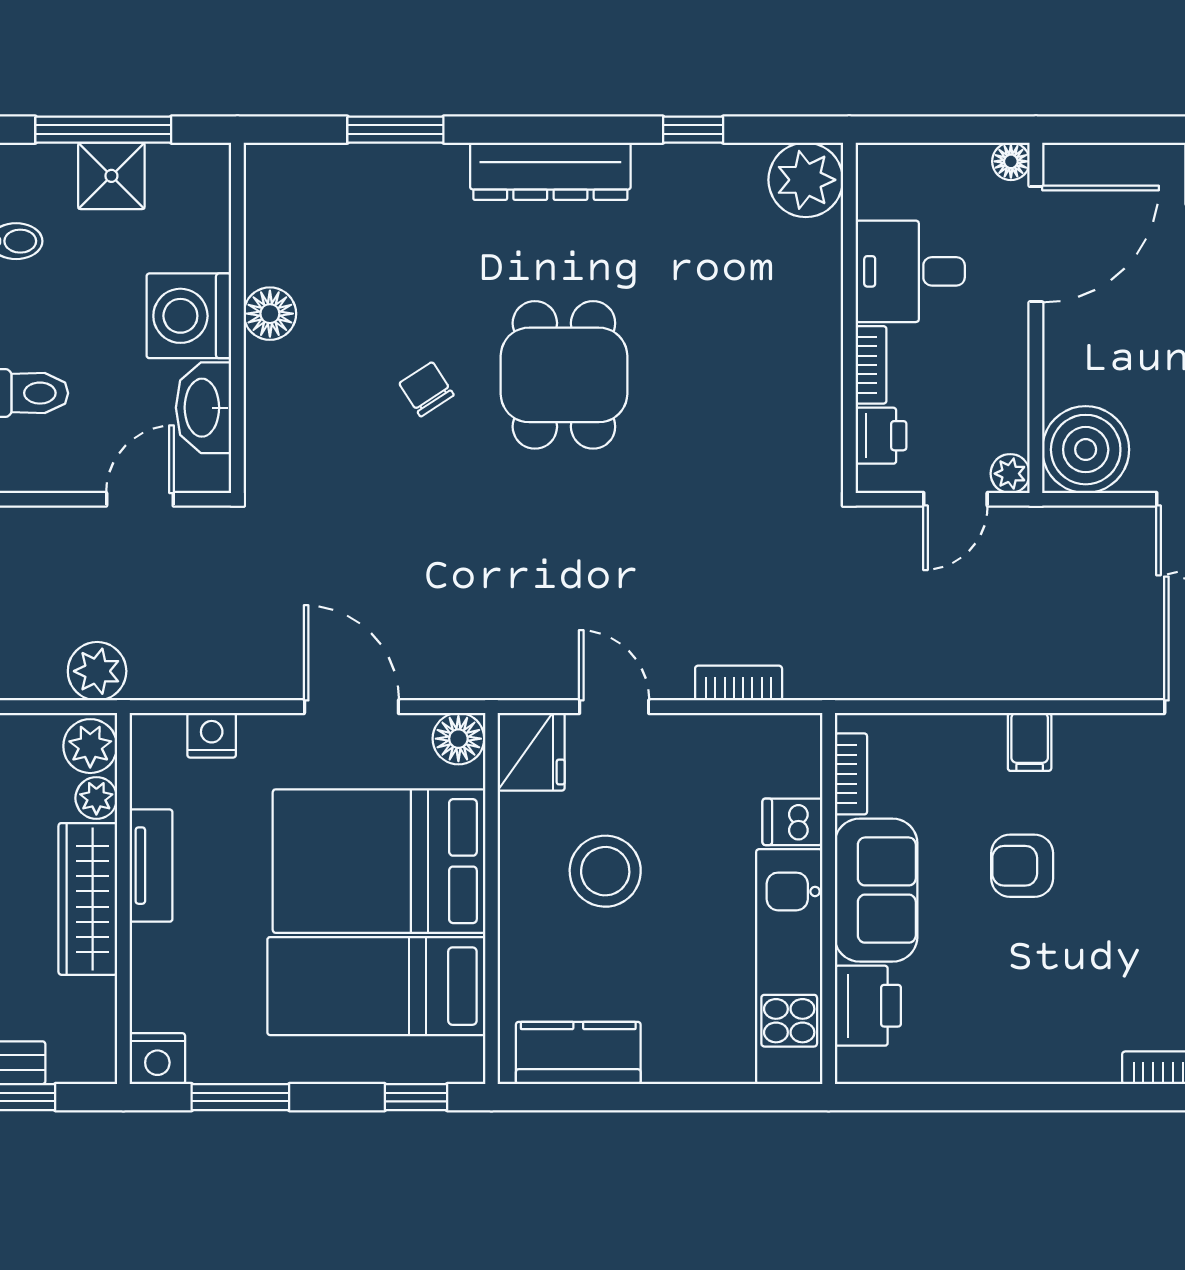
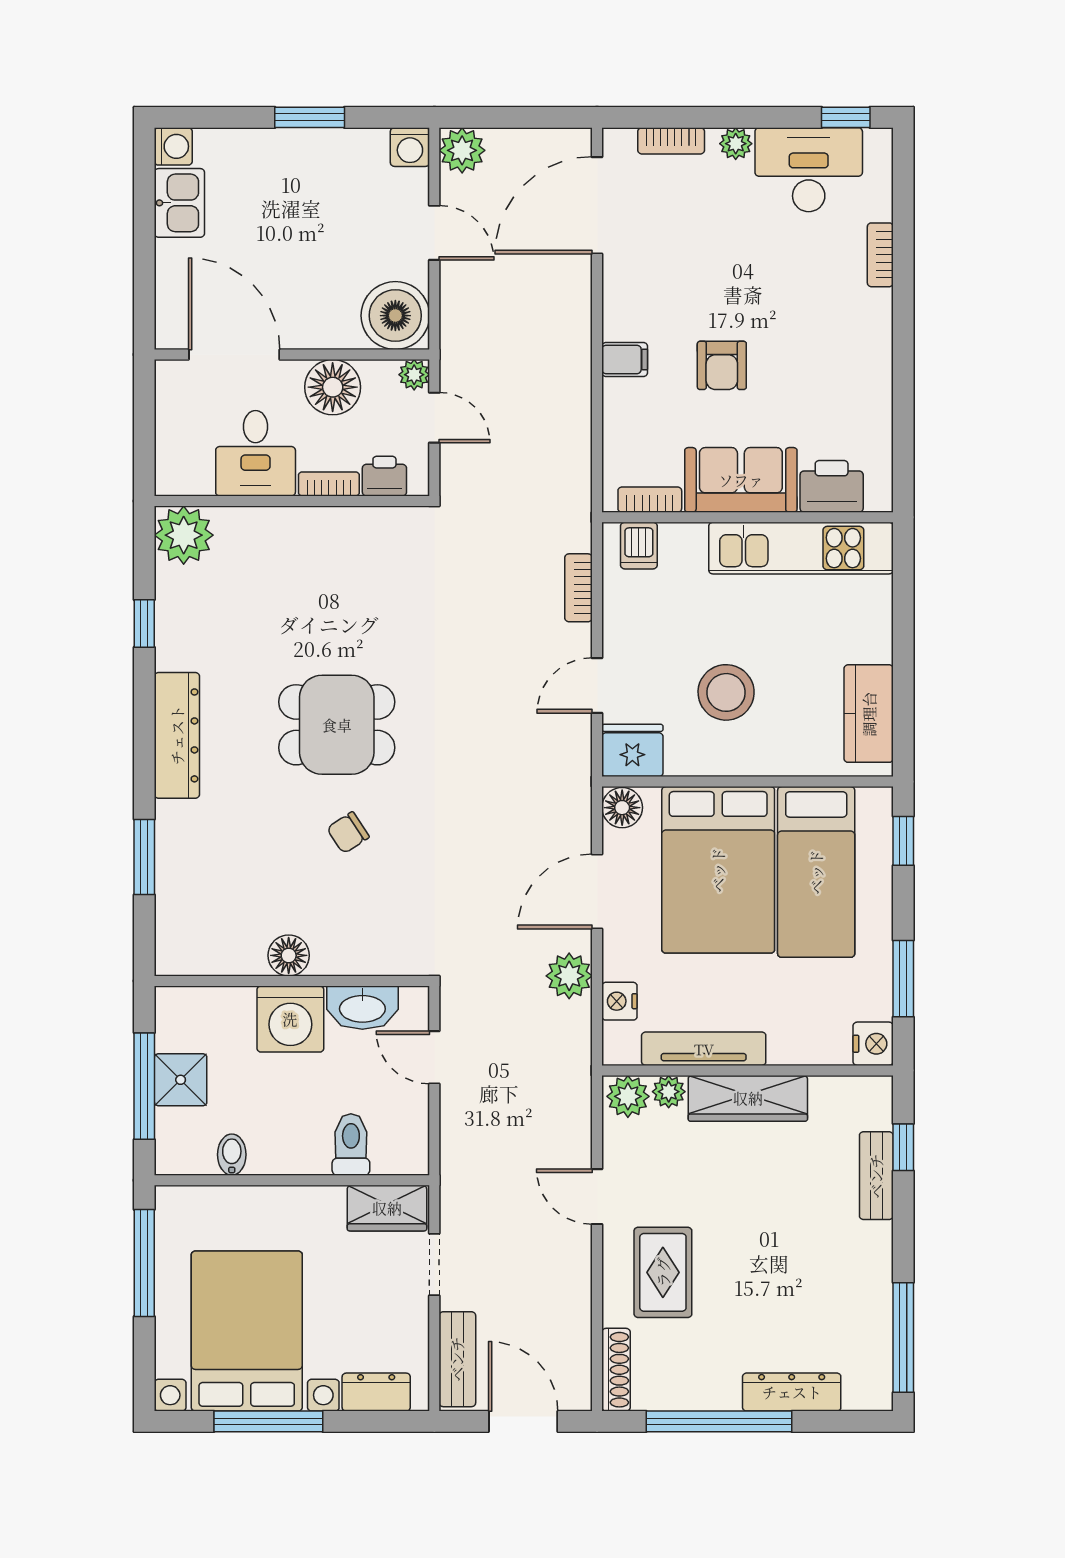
floor lamp: (1011, 161) -> (333, 387), moved, width x1.89, depth x1.89
plant: (97, 671) -> (569, 976), moved
dishwasher: (792, 822) -> (639, 546), moved
tv unit: (151, 866) -> (704, 1049), width x1.41

